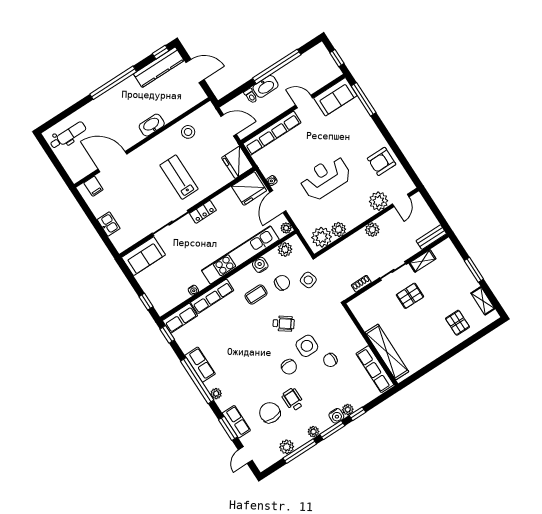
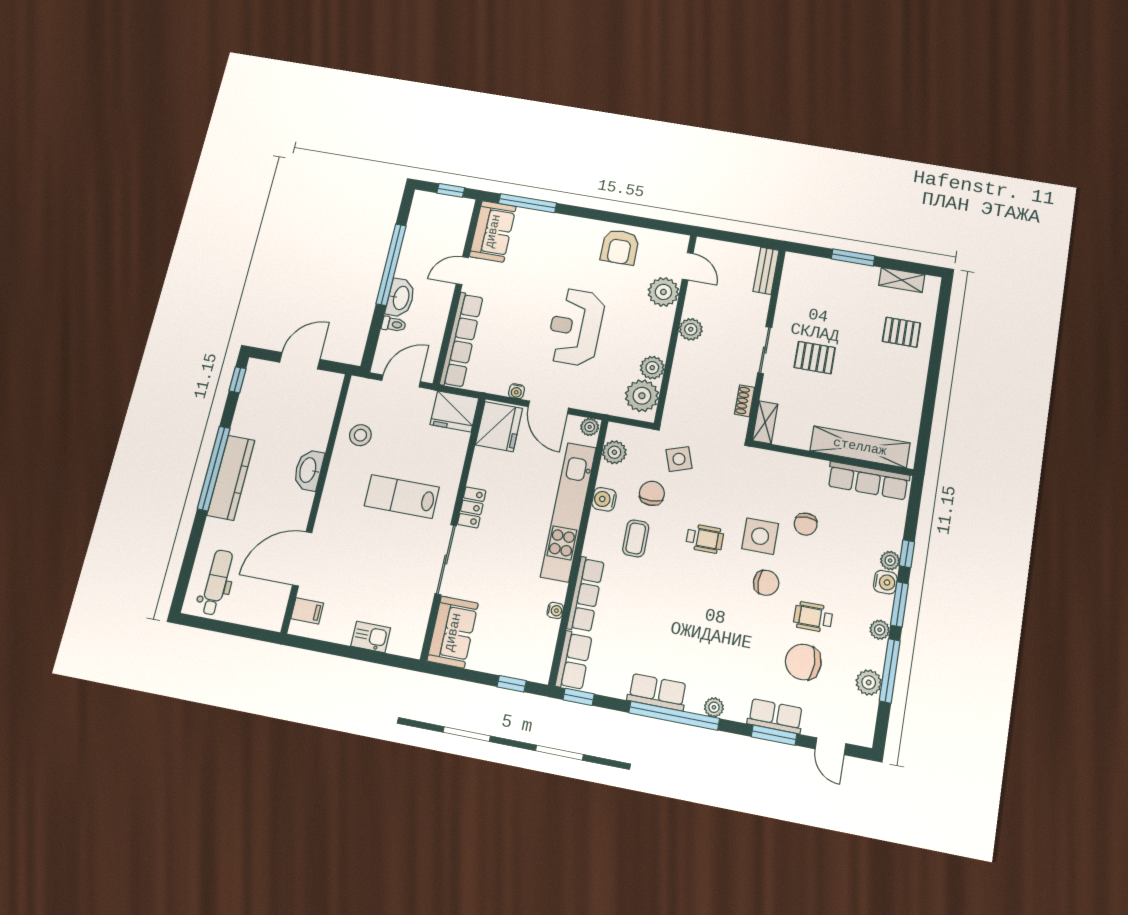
kitchen counter: (159, 67) -> (231, 478), moved
shelving: (422, 261) -> (765, 422), moved
pallet: (410, 296) -> (815, 358), turned 90
wheelchair: (284, 324) -> (705, 539), turned 54

